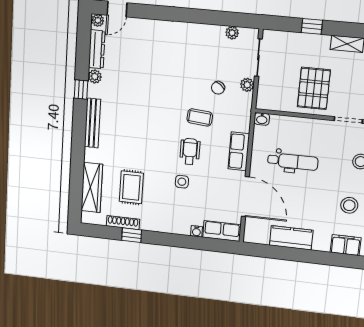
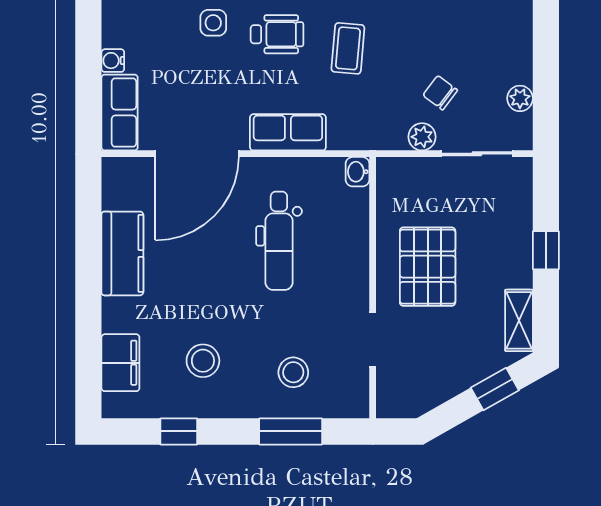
chair: (218, 88) -> (440, 93), moved
pallet: (314, 88) -> (428, 267), turned 90

